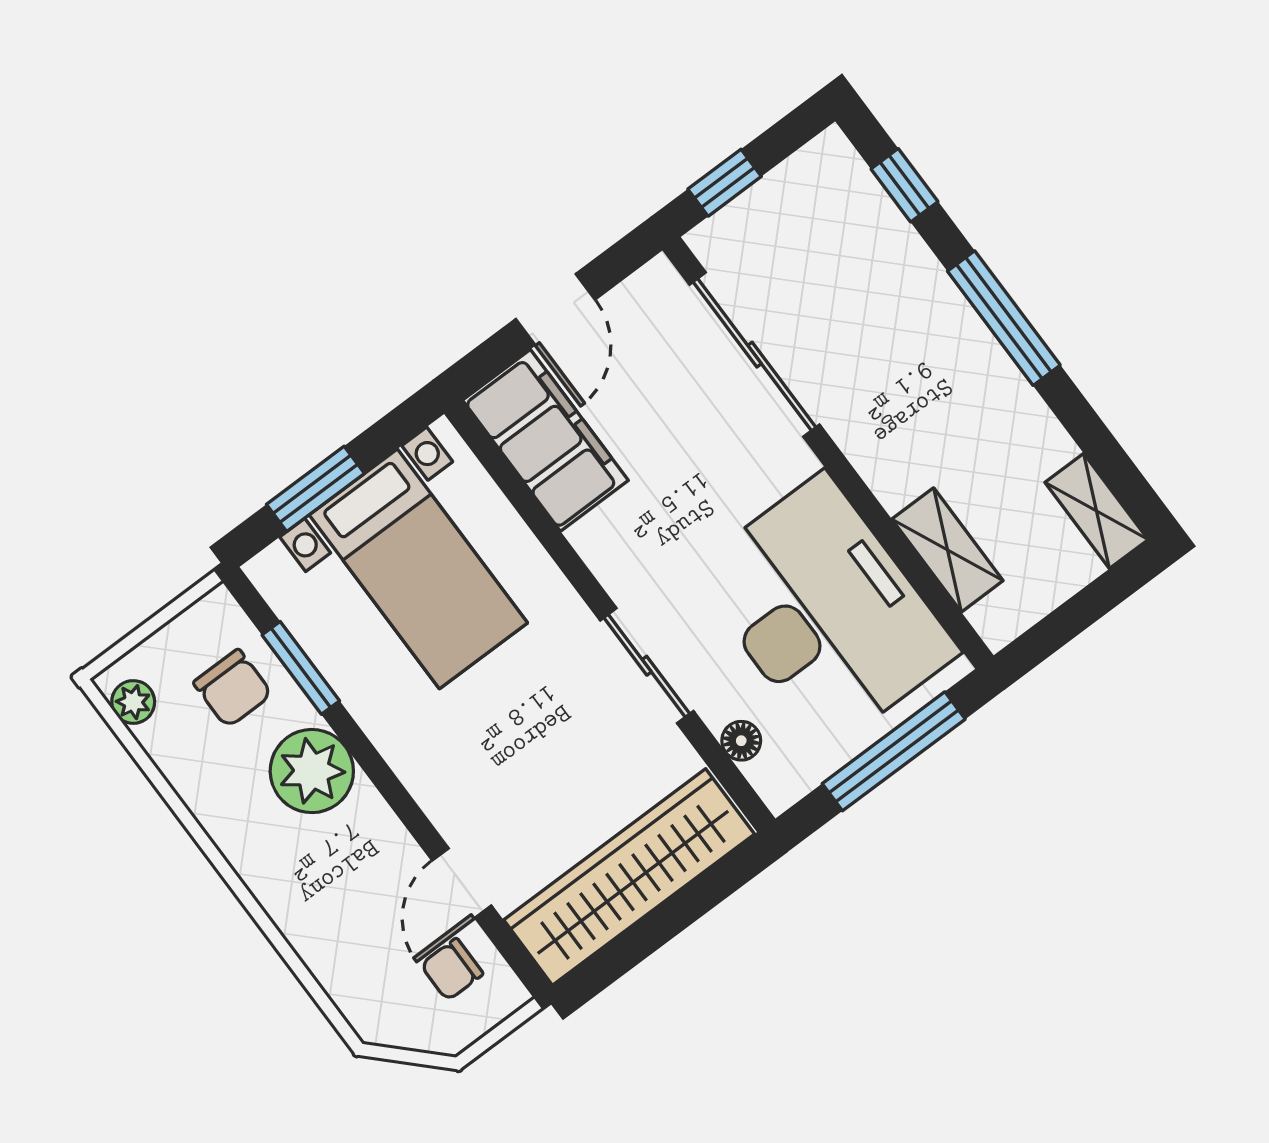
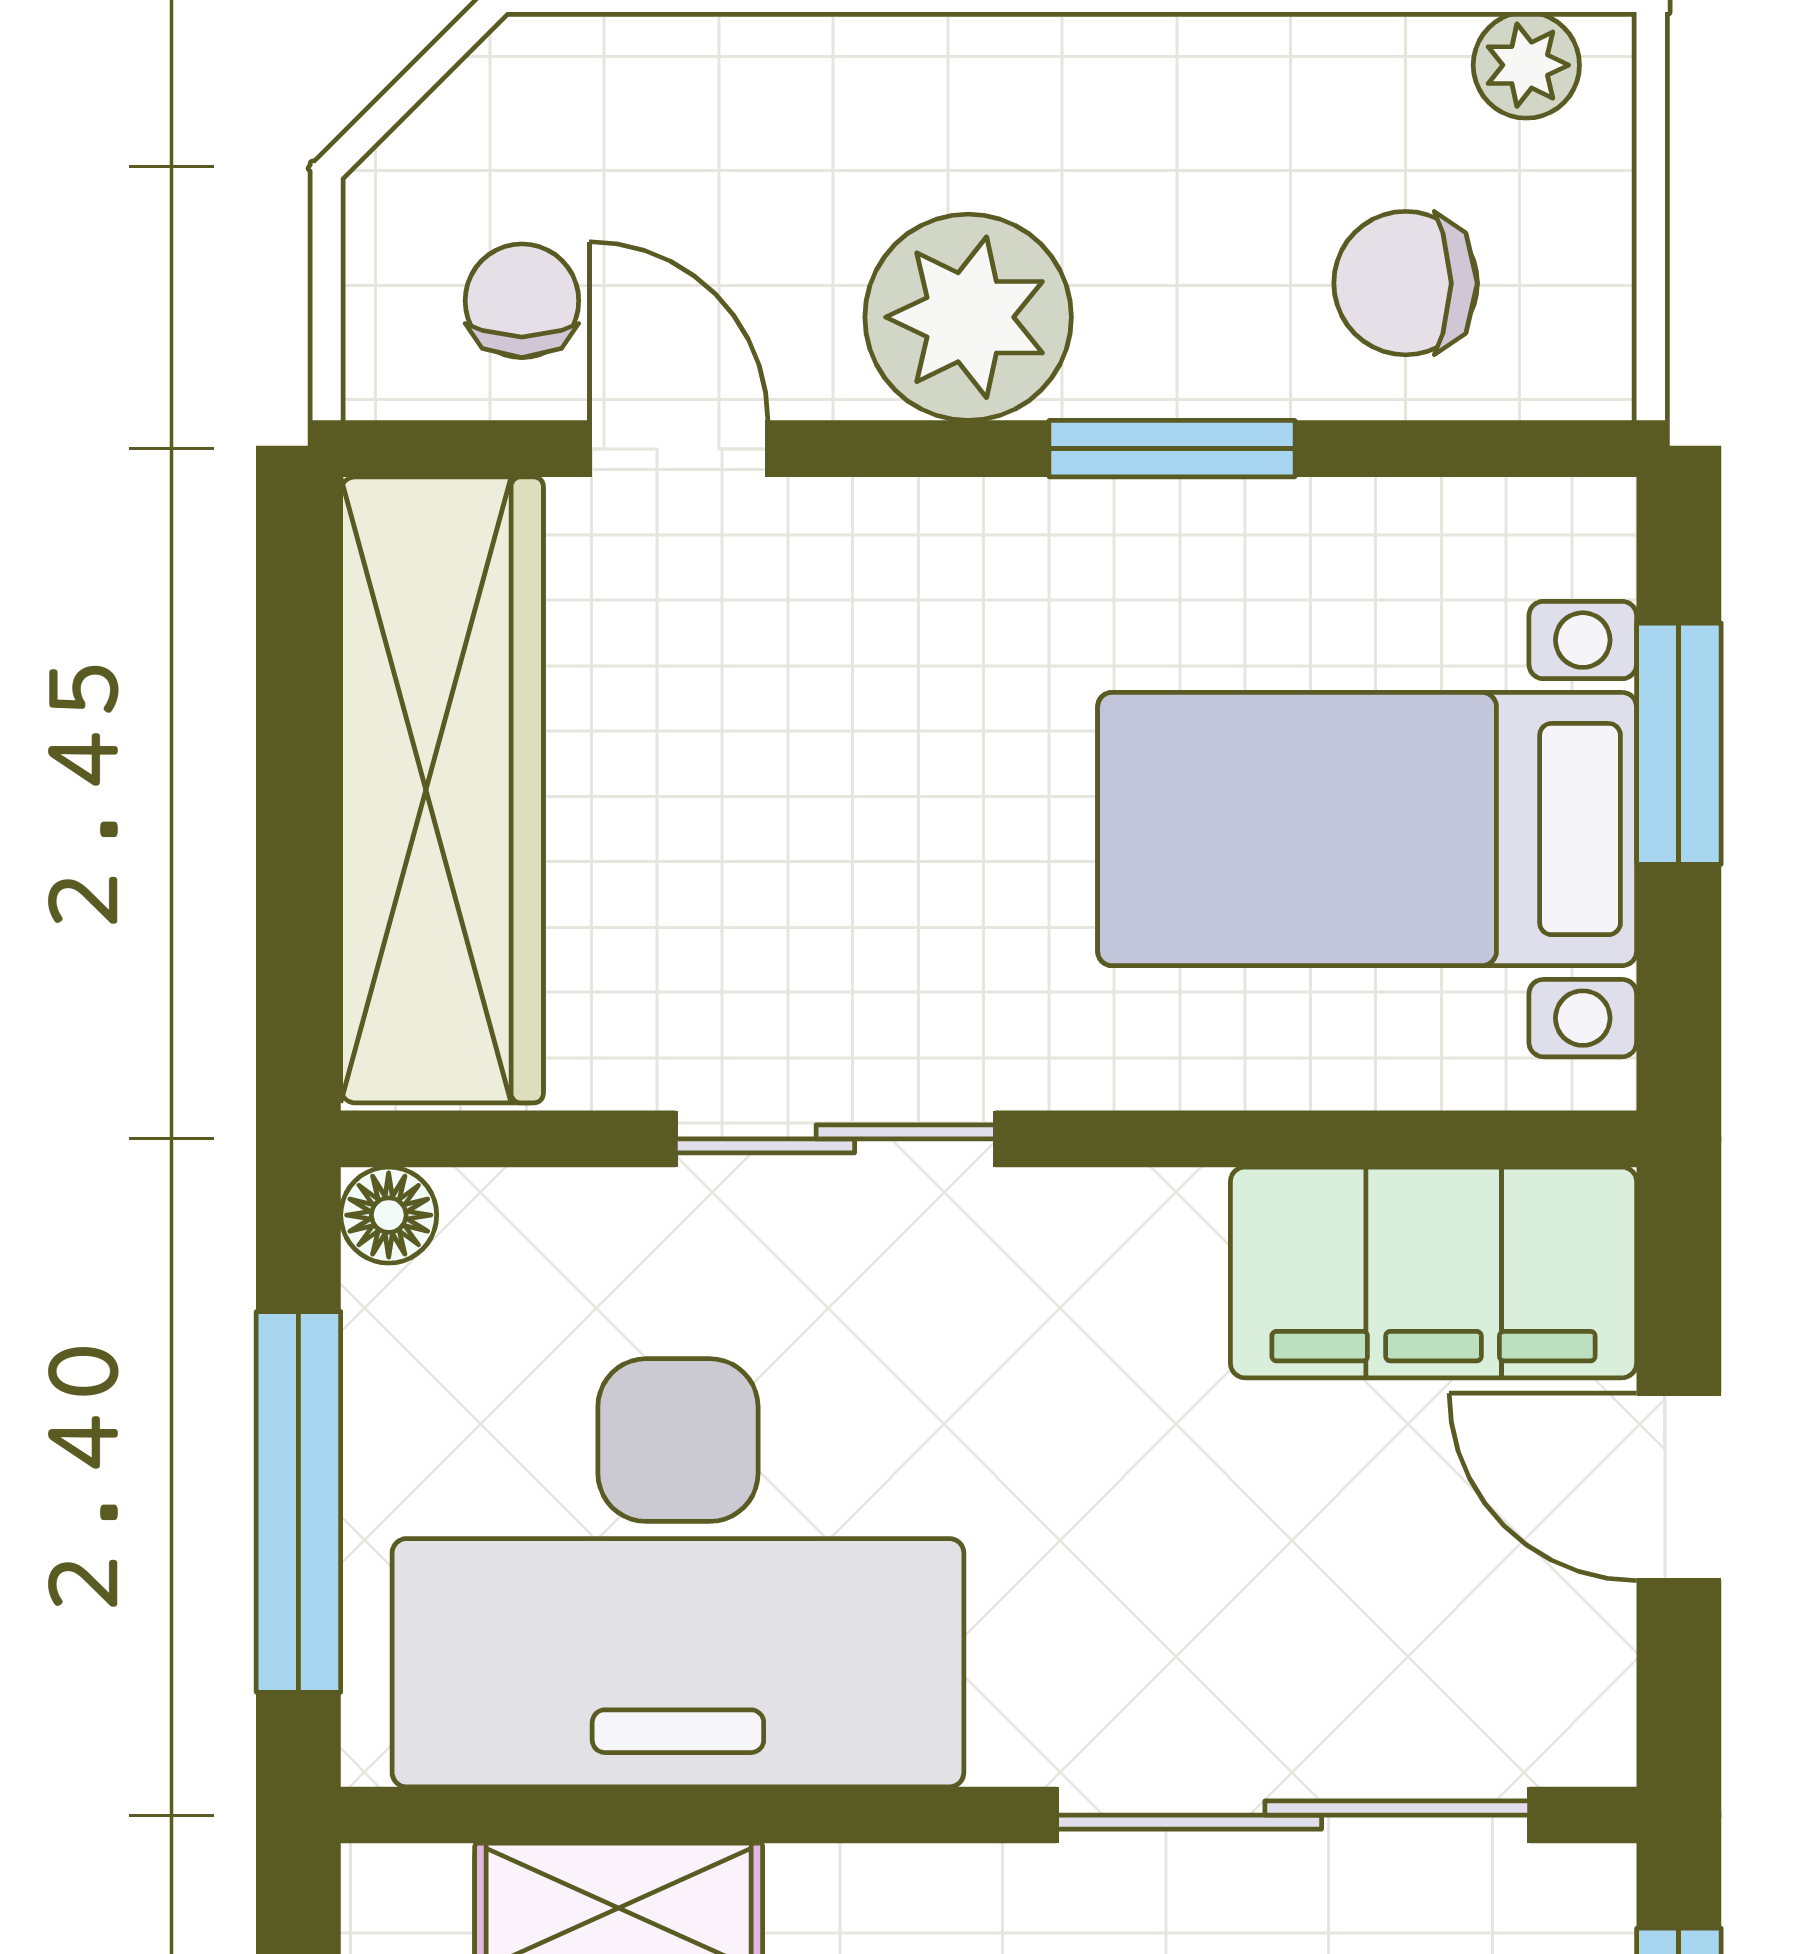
window: (301, 668) -> (1172, 449), moved
floor lamp: (741, 741) -> (389, 1215), moved
plant: (312, 771) -> (968, 317), moved

